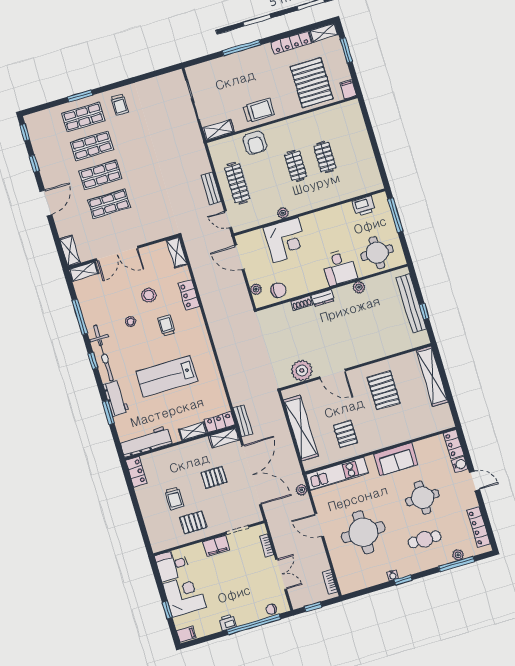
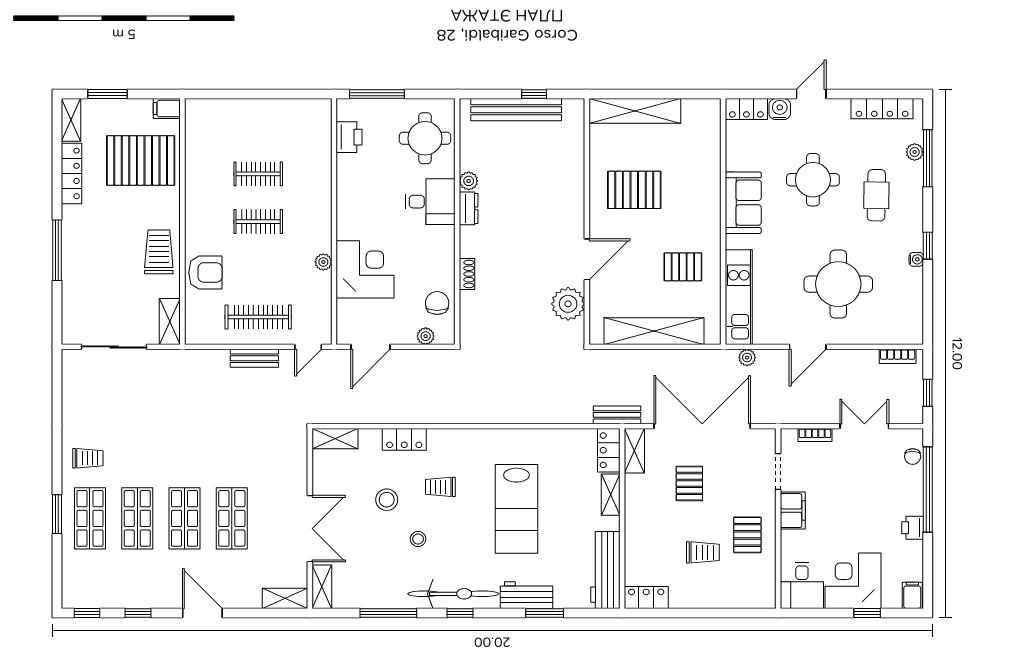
dresser: (323, 298) -> (469, 208), moved

